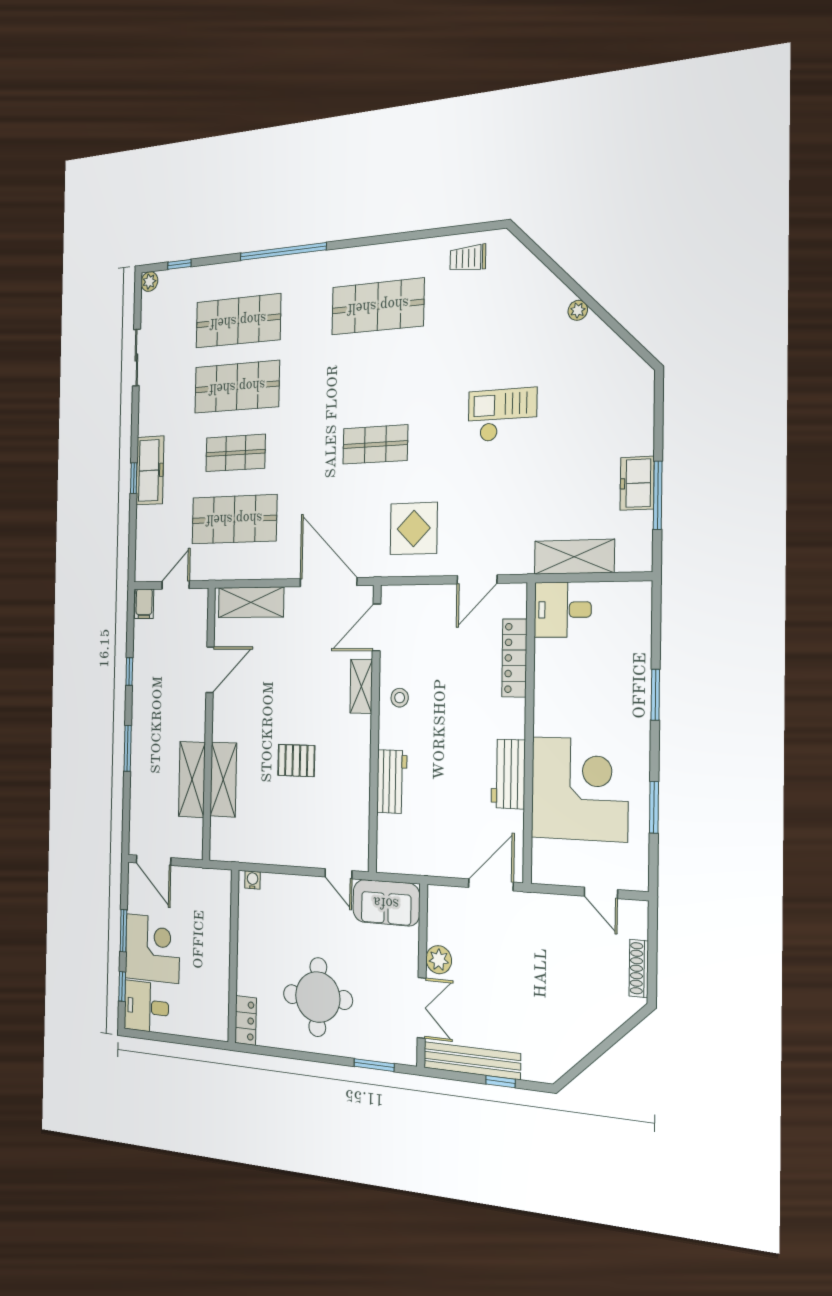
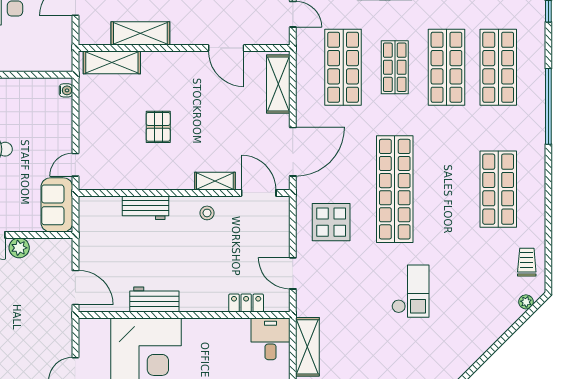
plant: (578, 310) -> (526, 302), moved
shop shelf: (375, 444) -> (395, 189), width x2.00, depth x1.36
locker: (514, 658) -> (246, 303), width x0.66
shelving: (223, 780) -> (112, 62), moved

